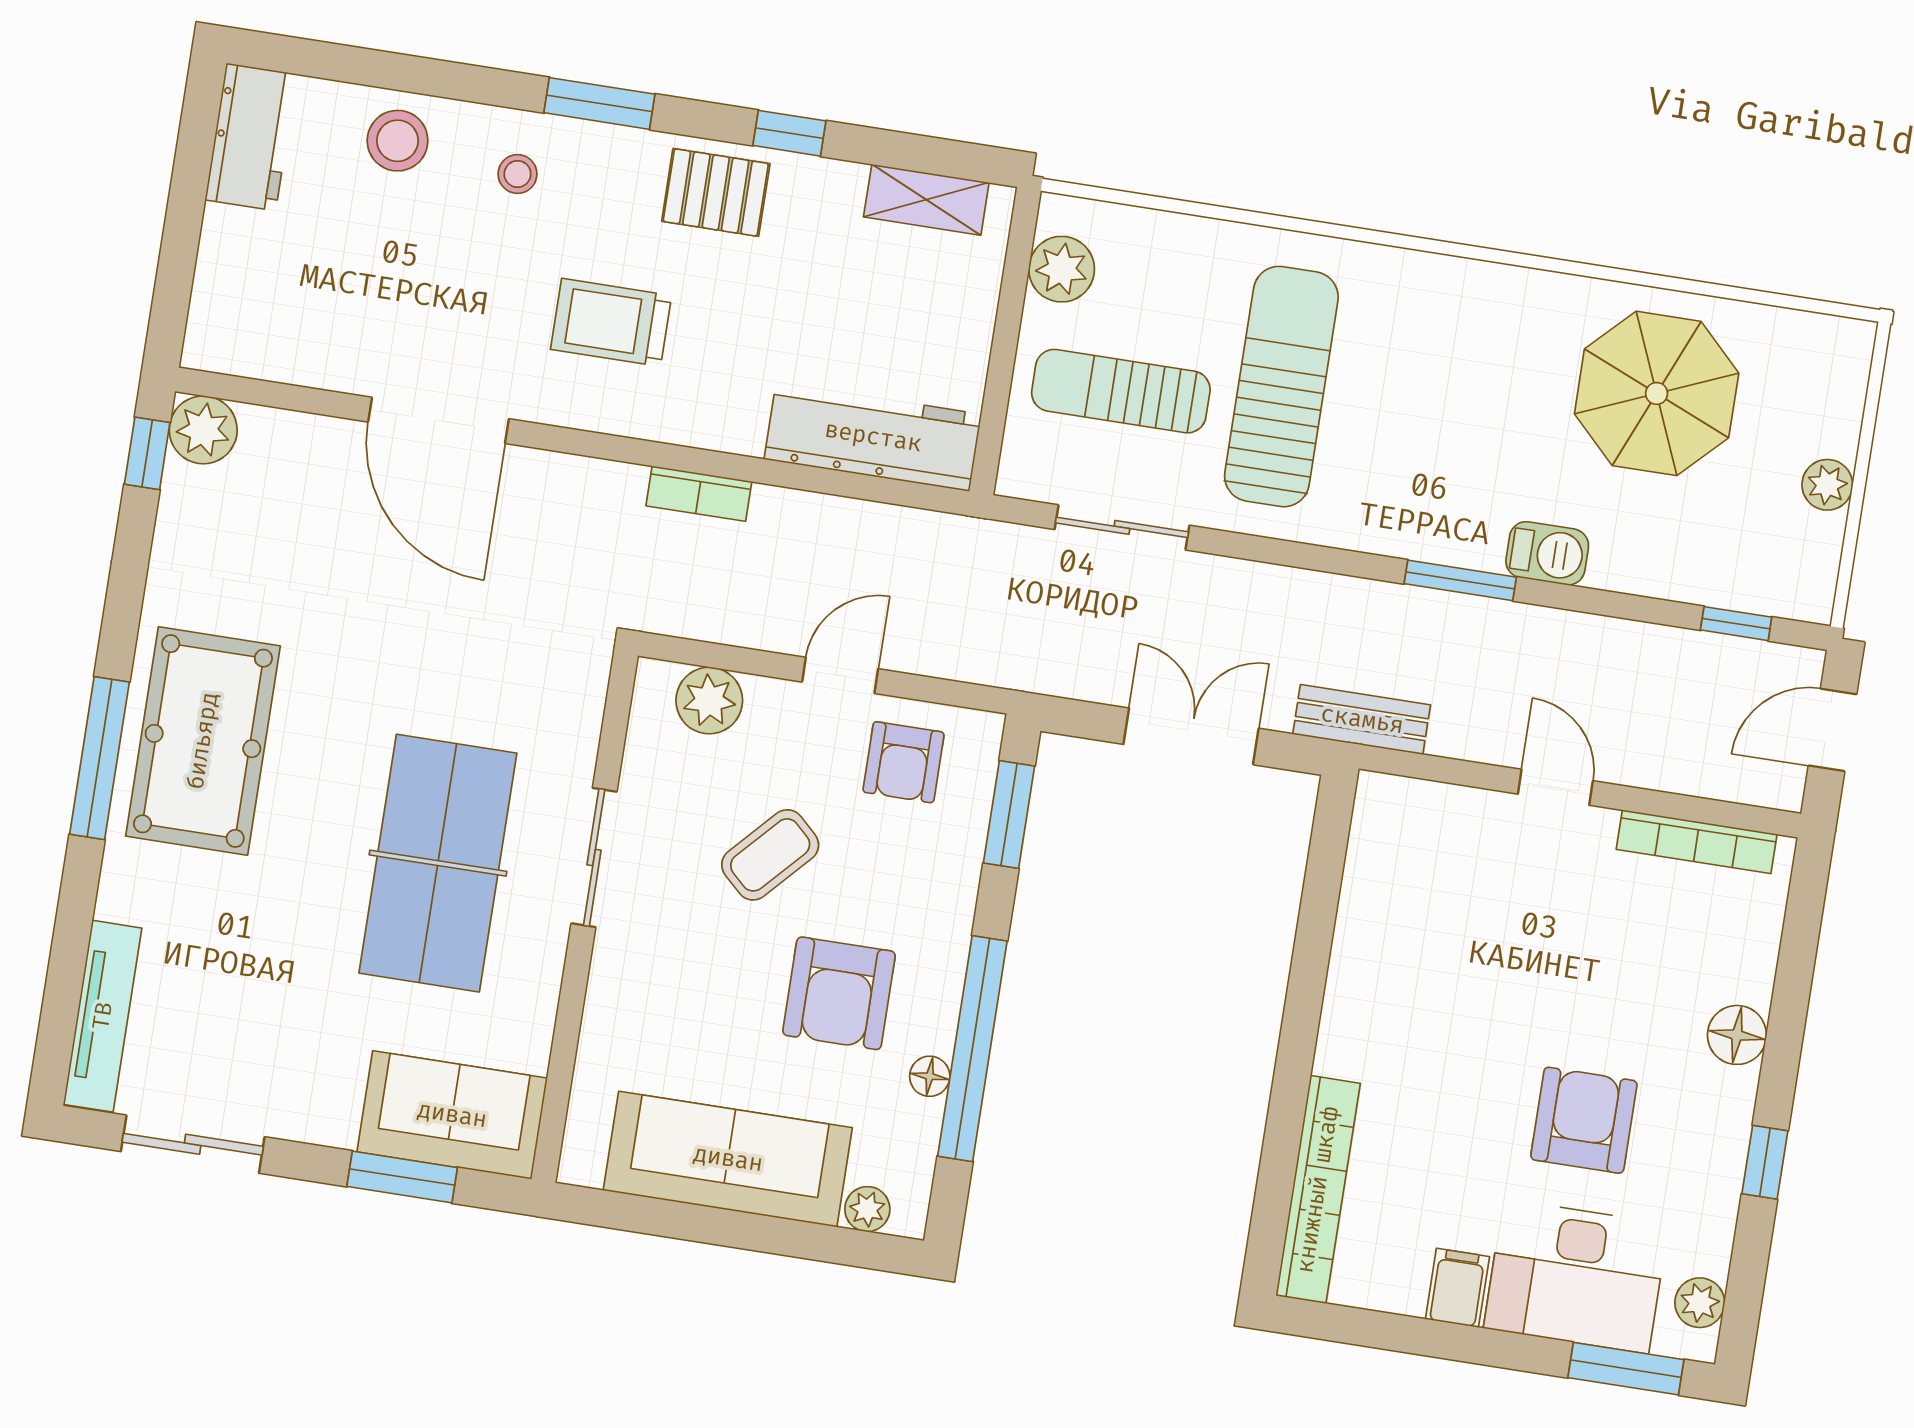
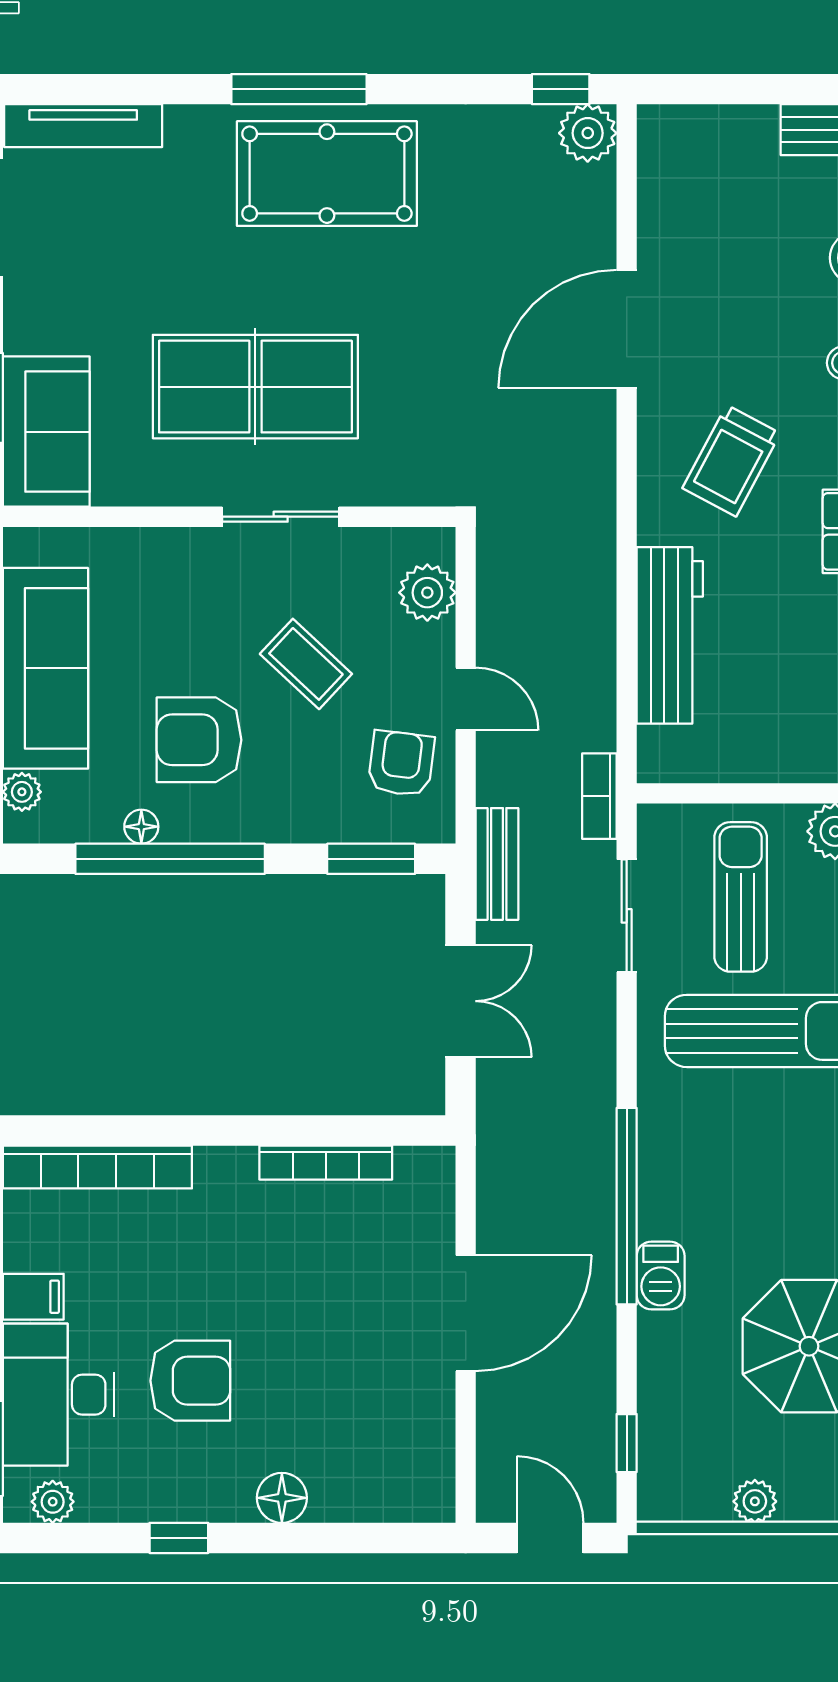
trolley: (611, 322) -> (731, 461), turned -152
workbench: (873, 437) -> (670, 635), moved
bookcase: (699, 494) -> (599, 796), moved
window: (1460, 580) -> (627, 1206), width x2.11
bench: (1362, 720) -> (497, 864), moved
armchair: (904, 762) -> (401, 764), turned 97
door: (1555, 787) -> (466, 1313), width x1.88
bookcase: (1697, 842) -> (326, 1163), moved, turned -90

